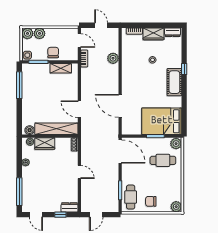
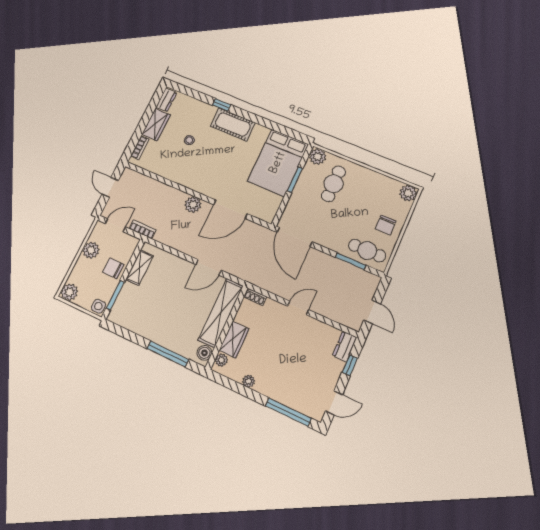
door: (101, 25) -> (110, 187), hinge flipped
plant: (40, 33) -> (91, 250), moved
plant: (113, 58) -> (193, 204), moved
window: (19, 85) -> (168, 354), moved
door: (120, 152) -> (295, 237), swing flipped

